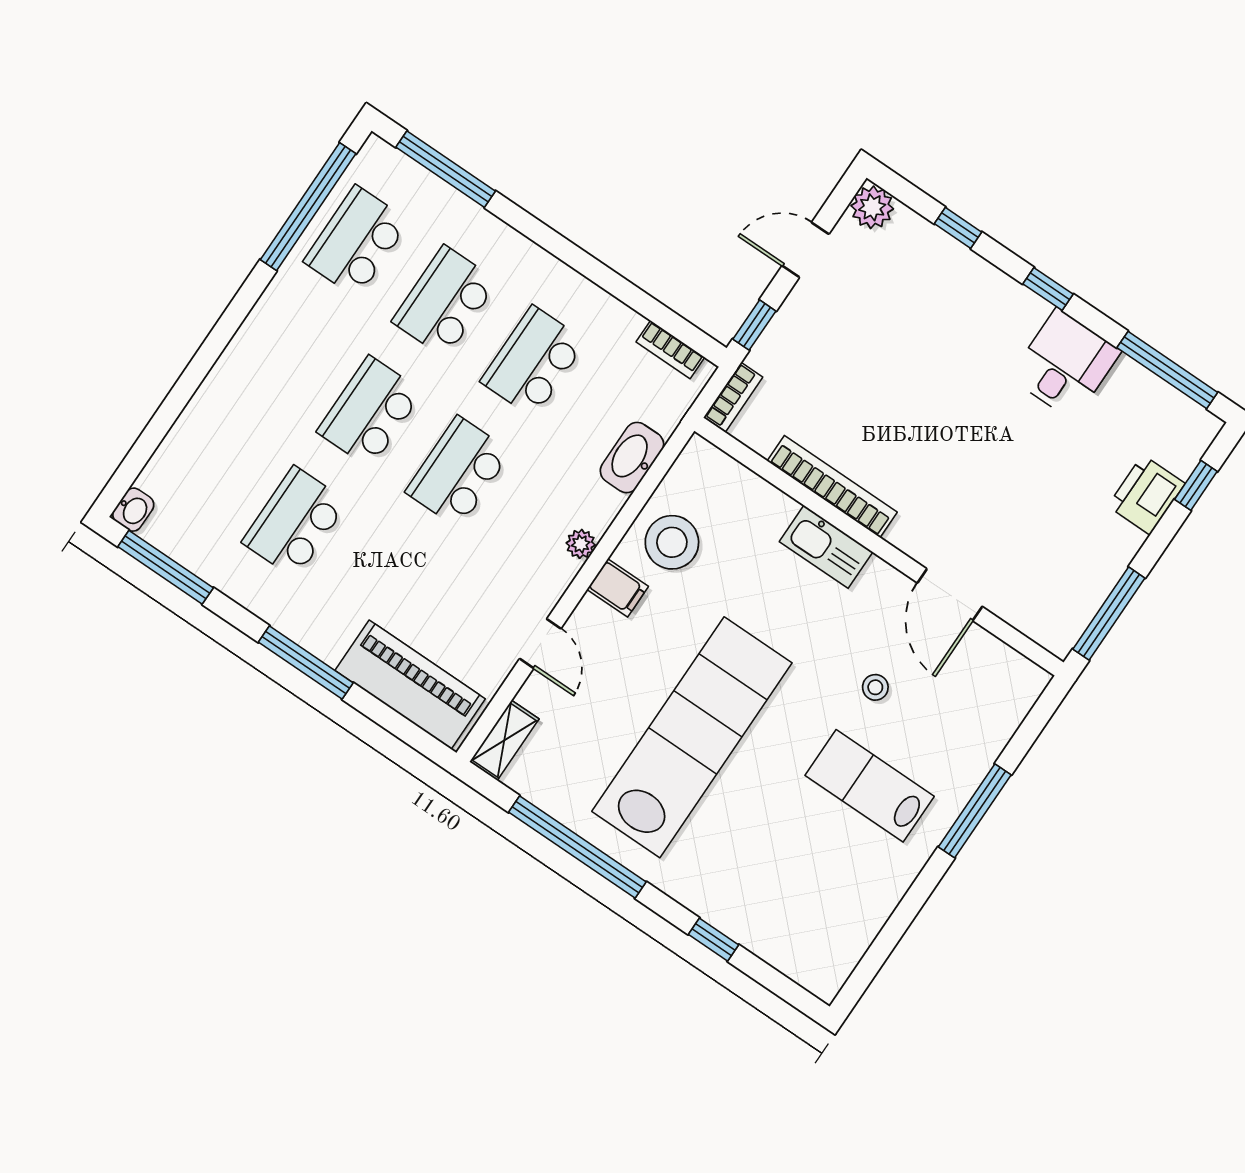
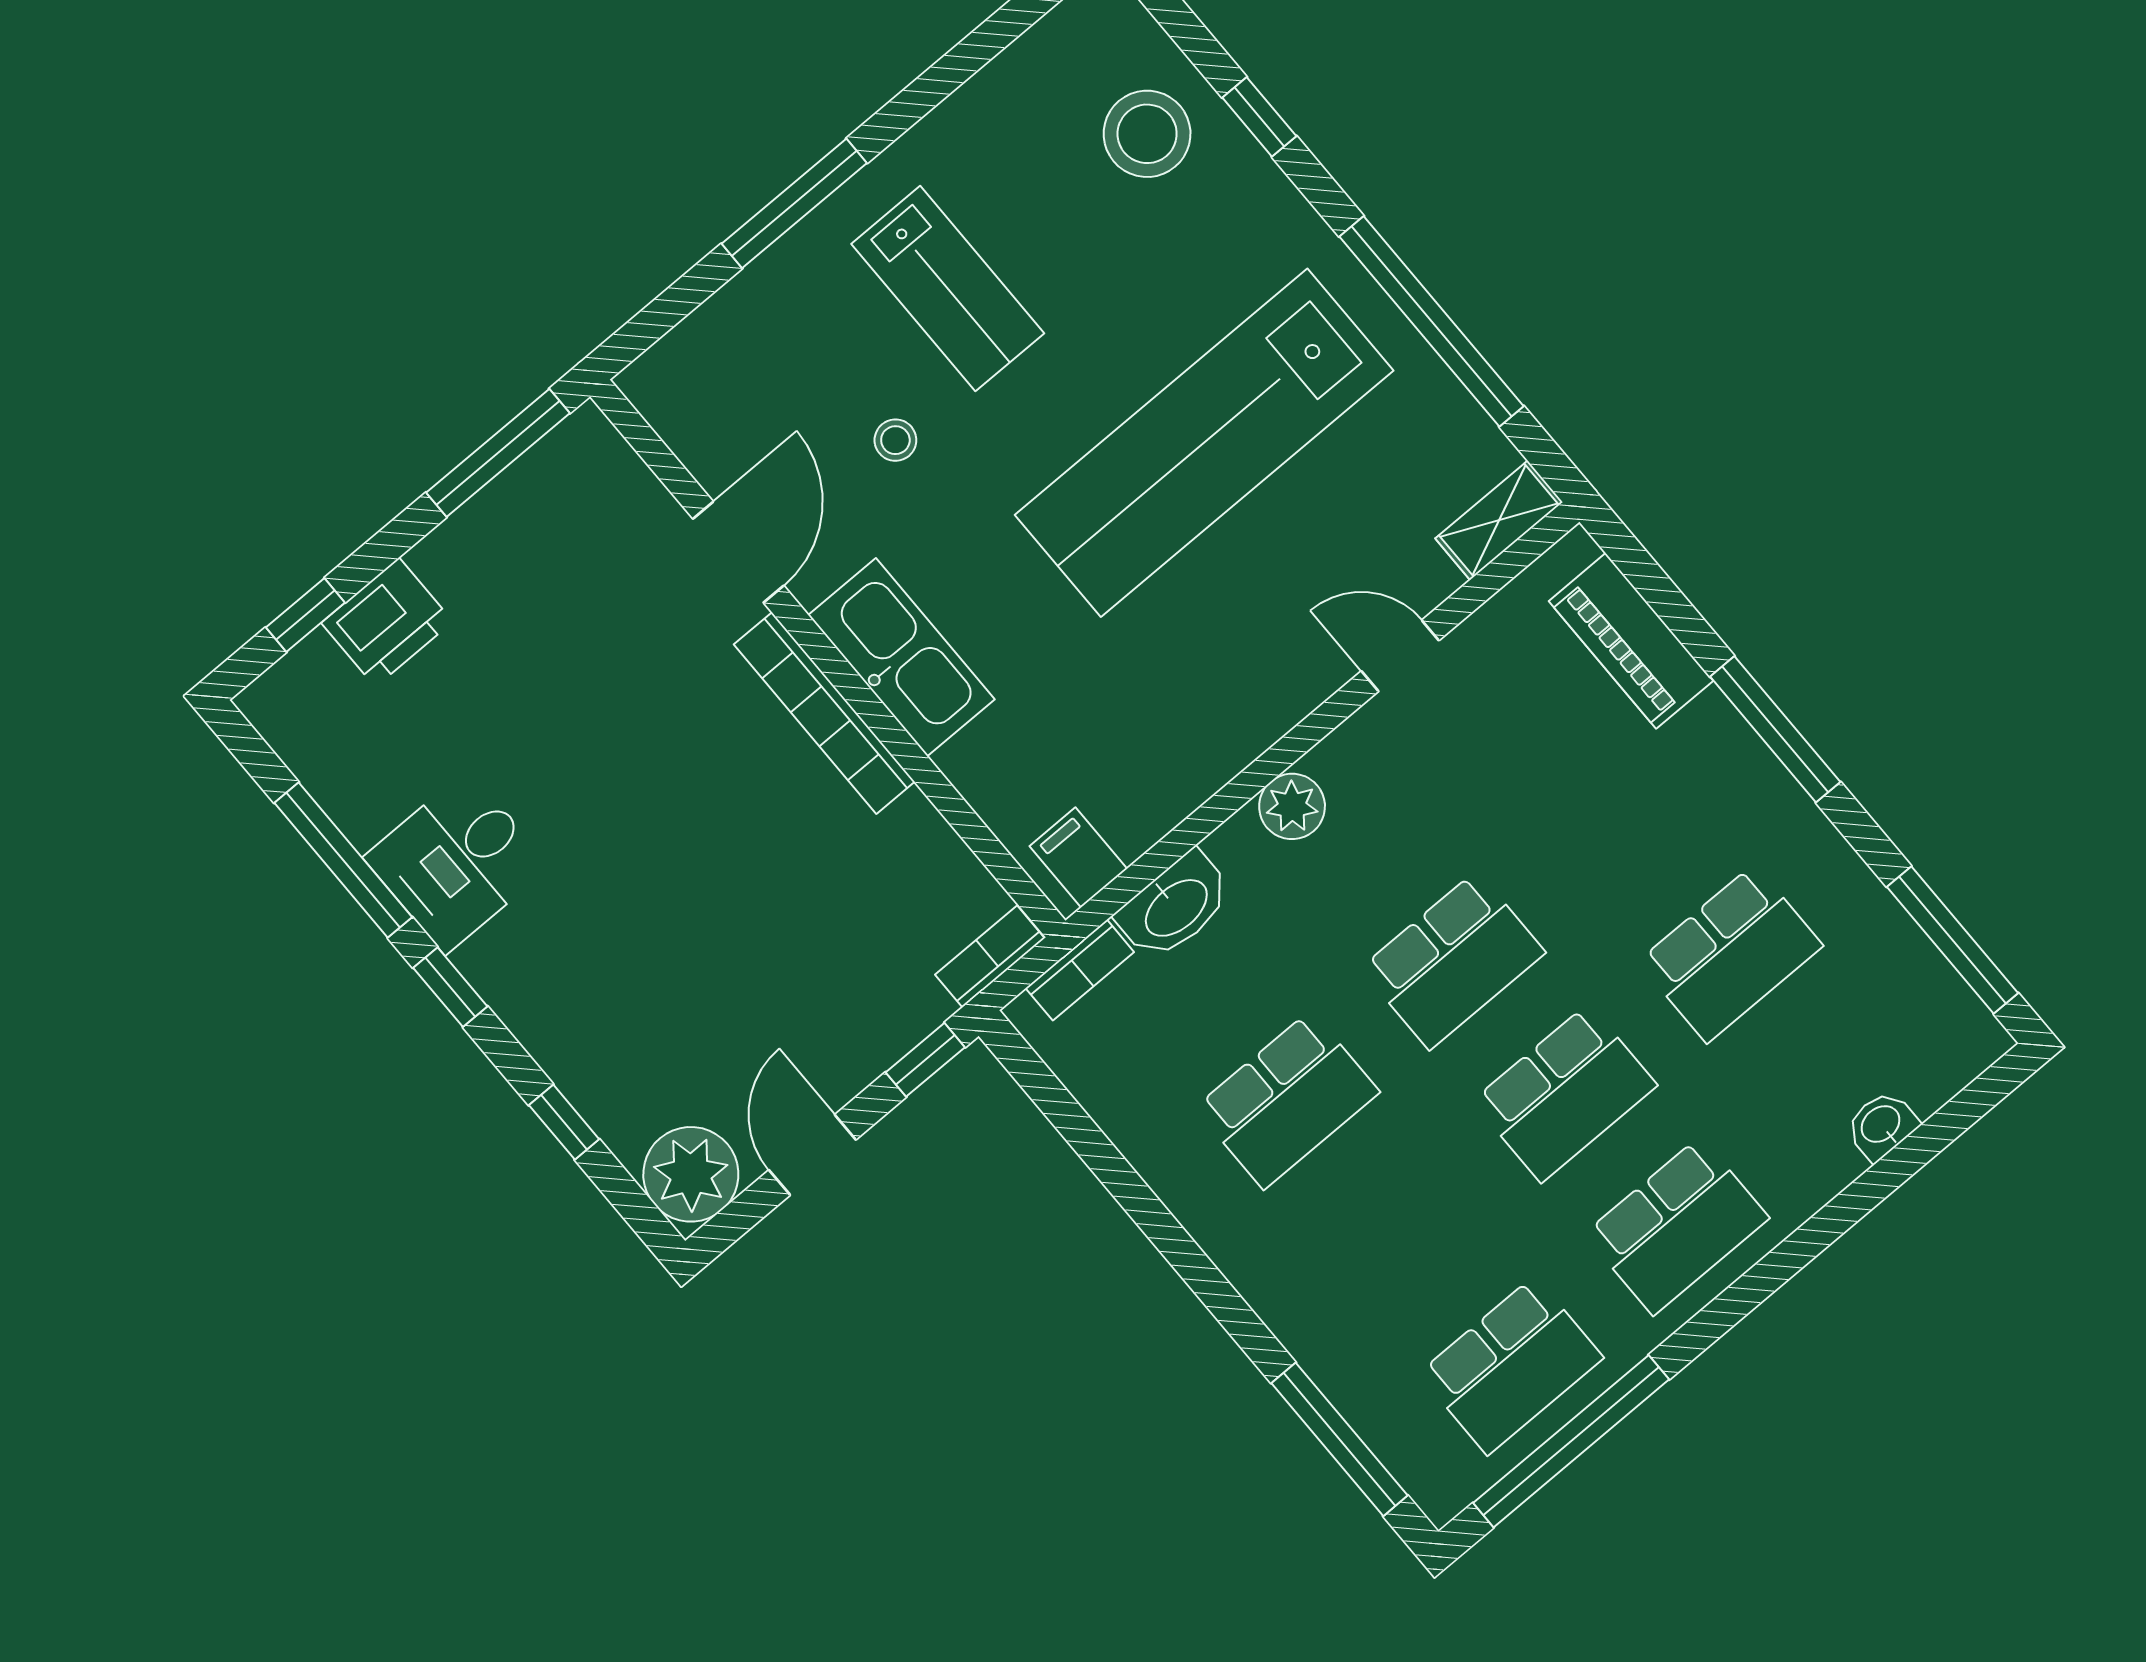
plant: (872, 207) -> (691, 1174), width x1.36, depth x1.36
door: (805, 250) -> (812, 1155), swing flipped
school desk: (445, 301) -> (1677, 1226), moved
bookcase: (670, 350) -> (1080, 970), moved, turned 90
window: (1167, 370) -> (343, 860), moved
bookcase: (832, 487) -> (824, 713), moved
washbasin: (133, 510) -> (1882, 1125), moved
stool: (672, 542) -> (1147, 134), moved
plant: (581, 544) -> (1292, 806), width x1.38, depth x1.38
kitchen sink: (826, 547) -> (901, 657), width x1.36, depth x1.24
filing cabinet: (618, 588) -> (1078, 857), moved
door: (540, 644) -> (1400, 656), hinge flipped
piano: (410, 685) -> (1631, 641), width x0.73, depth x0.75

